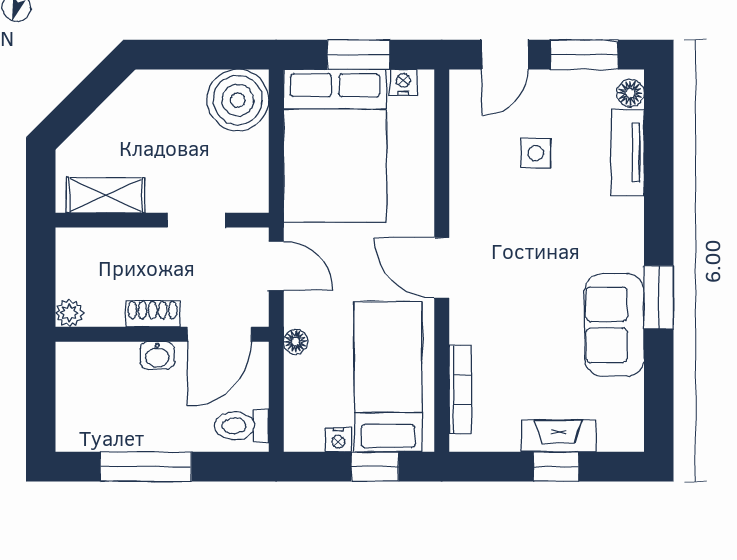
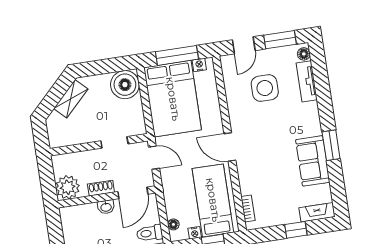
window: (359, 55) -> (177, 55), width x1.44
side table: (536, 153) -> (265, 88), width x1.87, depth x1.87
shelving: (106, 195) -> (71, 99), moved, turned -45
plant: (69, 313) -> (68, 187), width x1.87, depth x1.87
floor lamp: (296, 342) -> (173, 224), moved
bookcase: (460, 390) -> (248, 209), width x0.64
fireplace: (558, 436) -> (317, 212), moved

